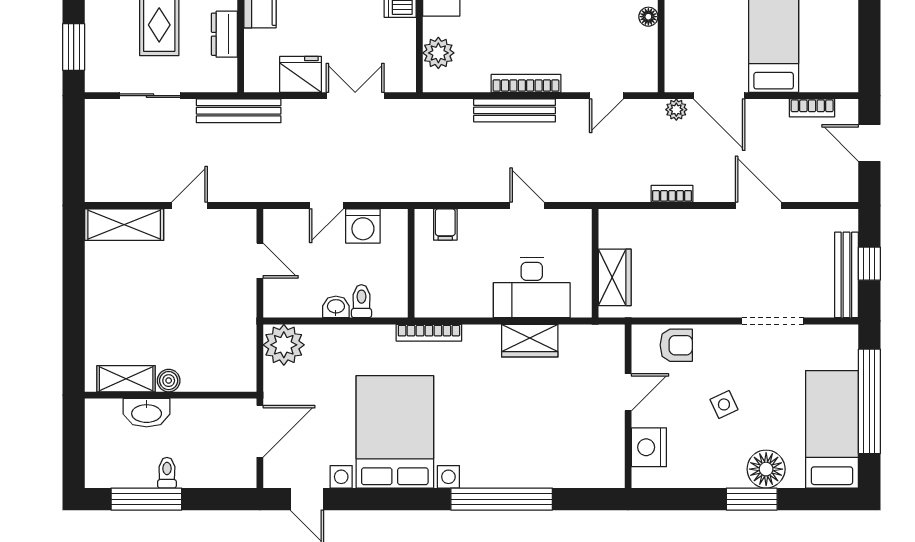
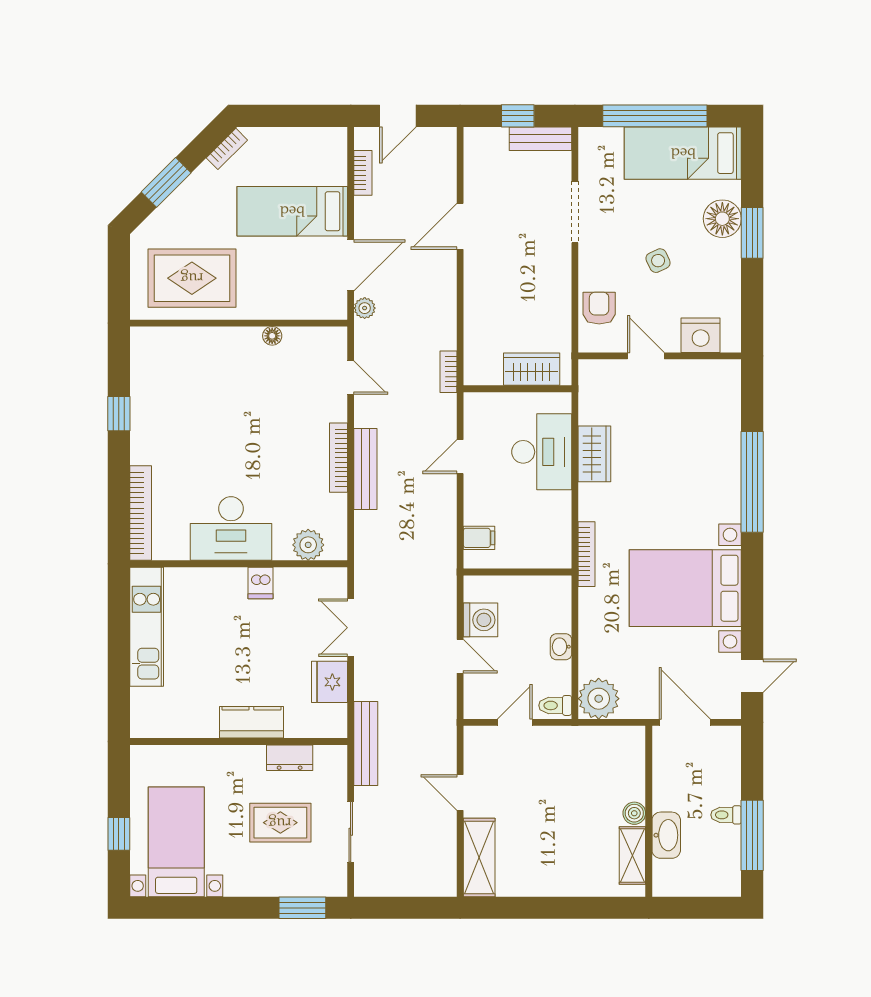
bookcase: (672, 194) -> (448, 372), moved
bench: (846, 275) -> (540, 139), width x0.73
toilet: (361, 301) -> (555, 705), moved

